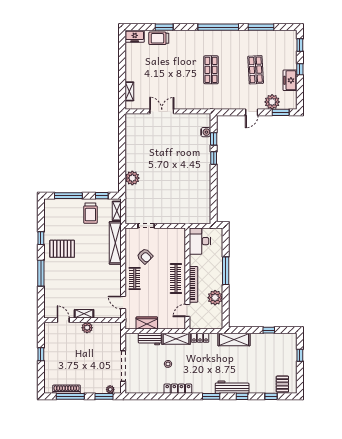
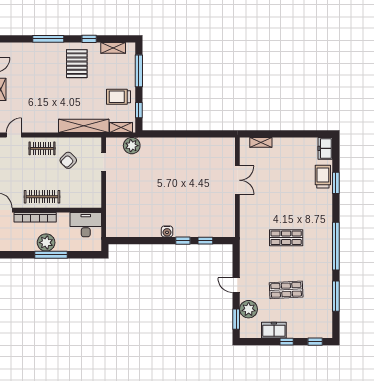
water cooler: (206, 132) -> (167, 231), moved
plant: (132, 178) -> (132, 146), moved
shelving: (49, 218) -> (113, 48), added
plant: (215, 298) -> (46, 243), moved

